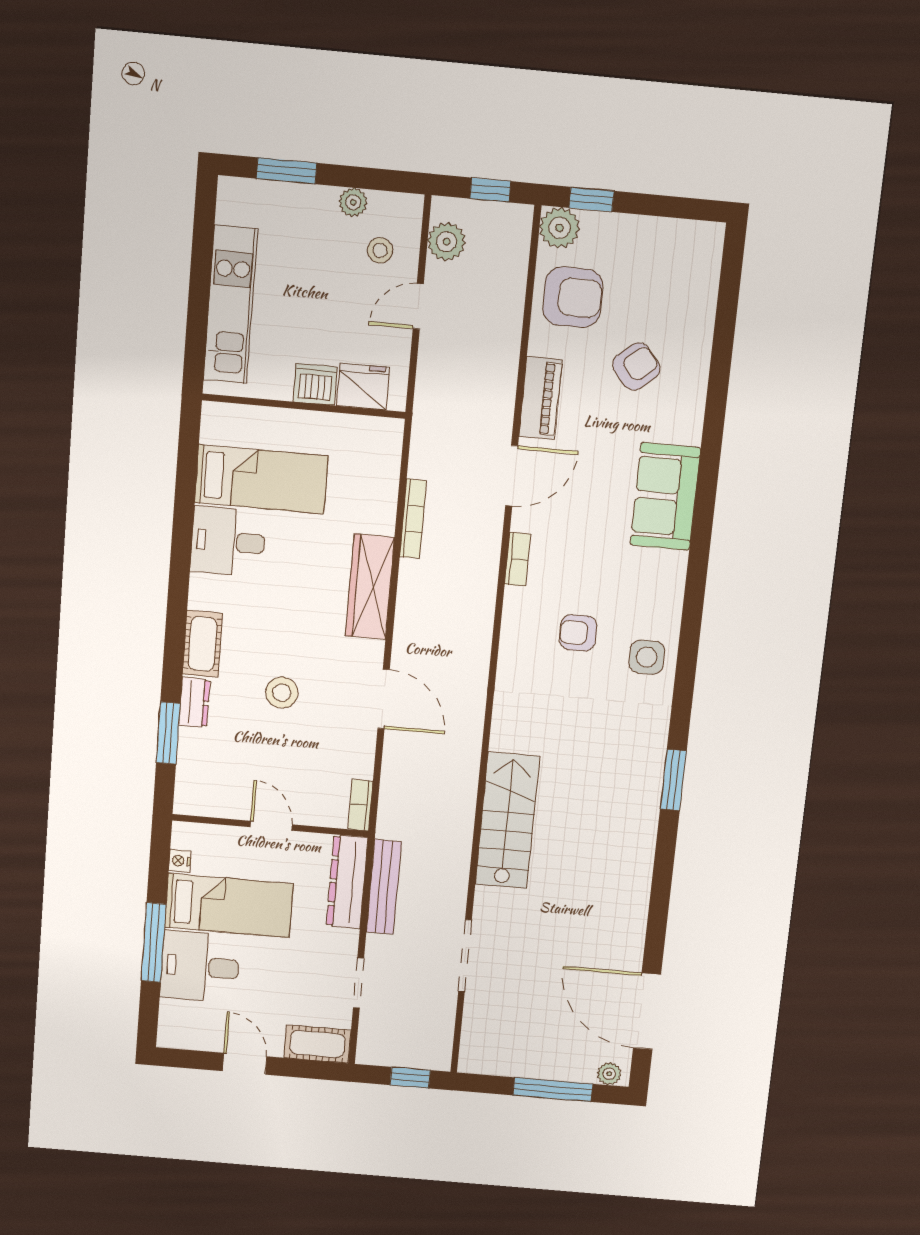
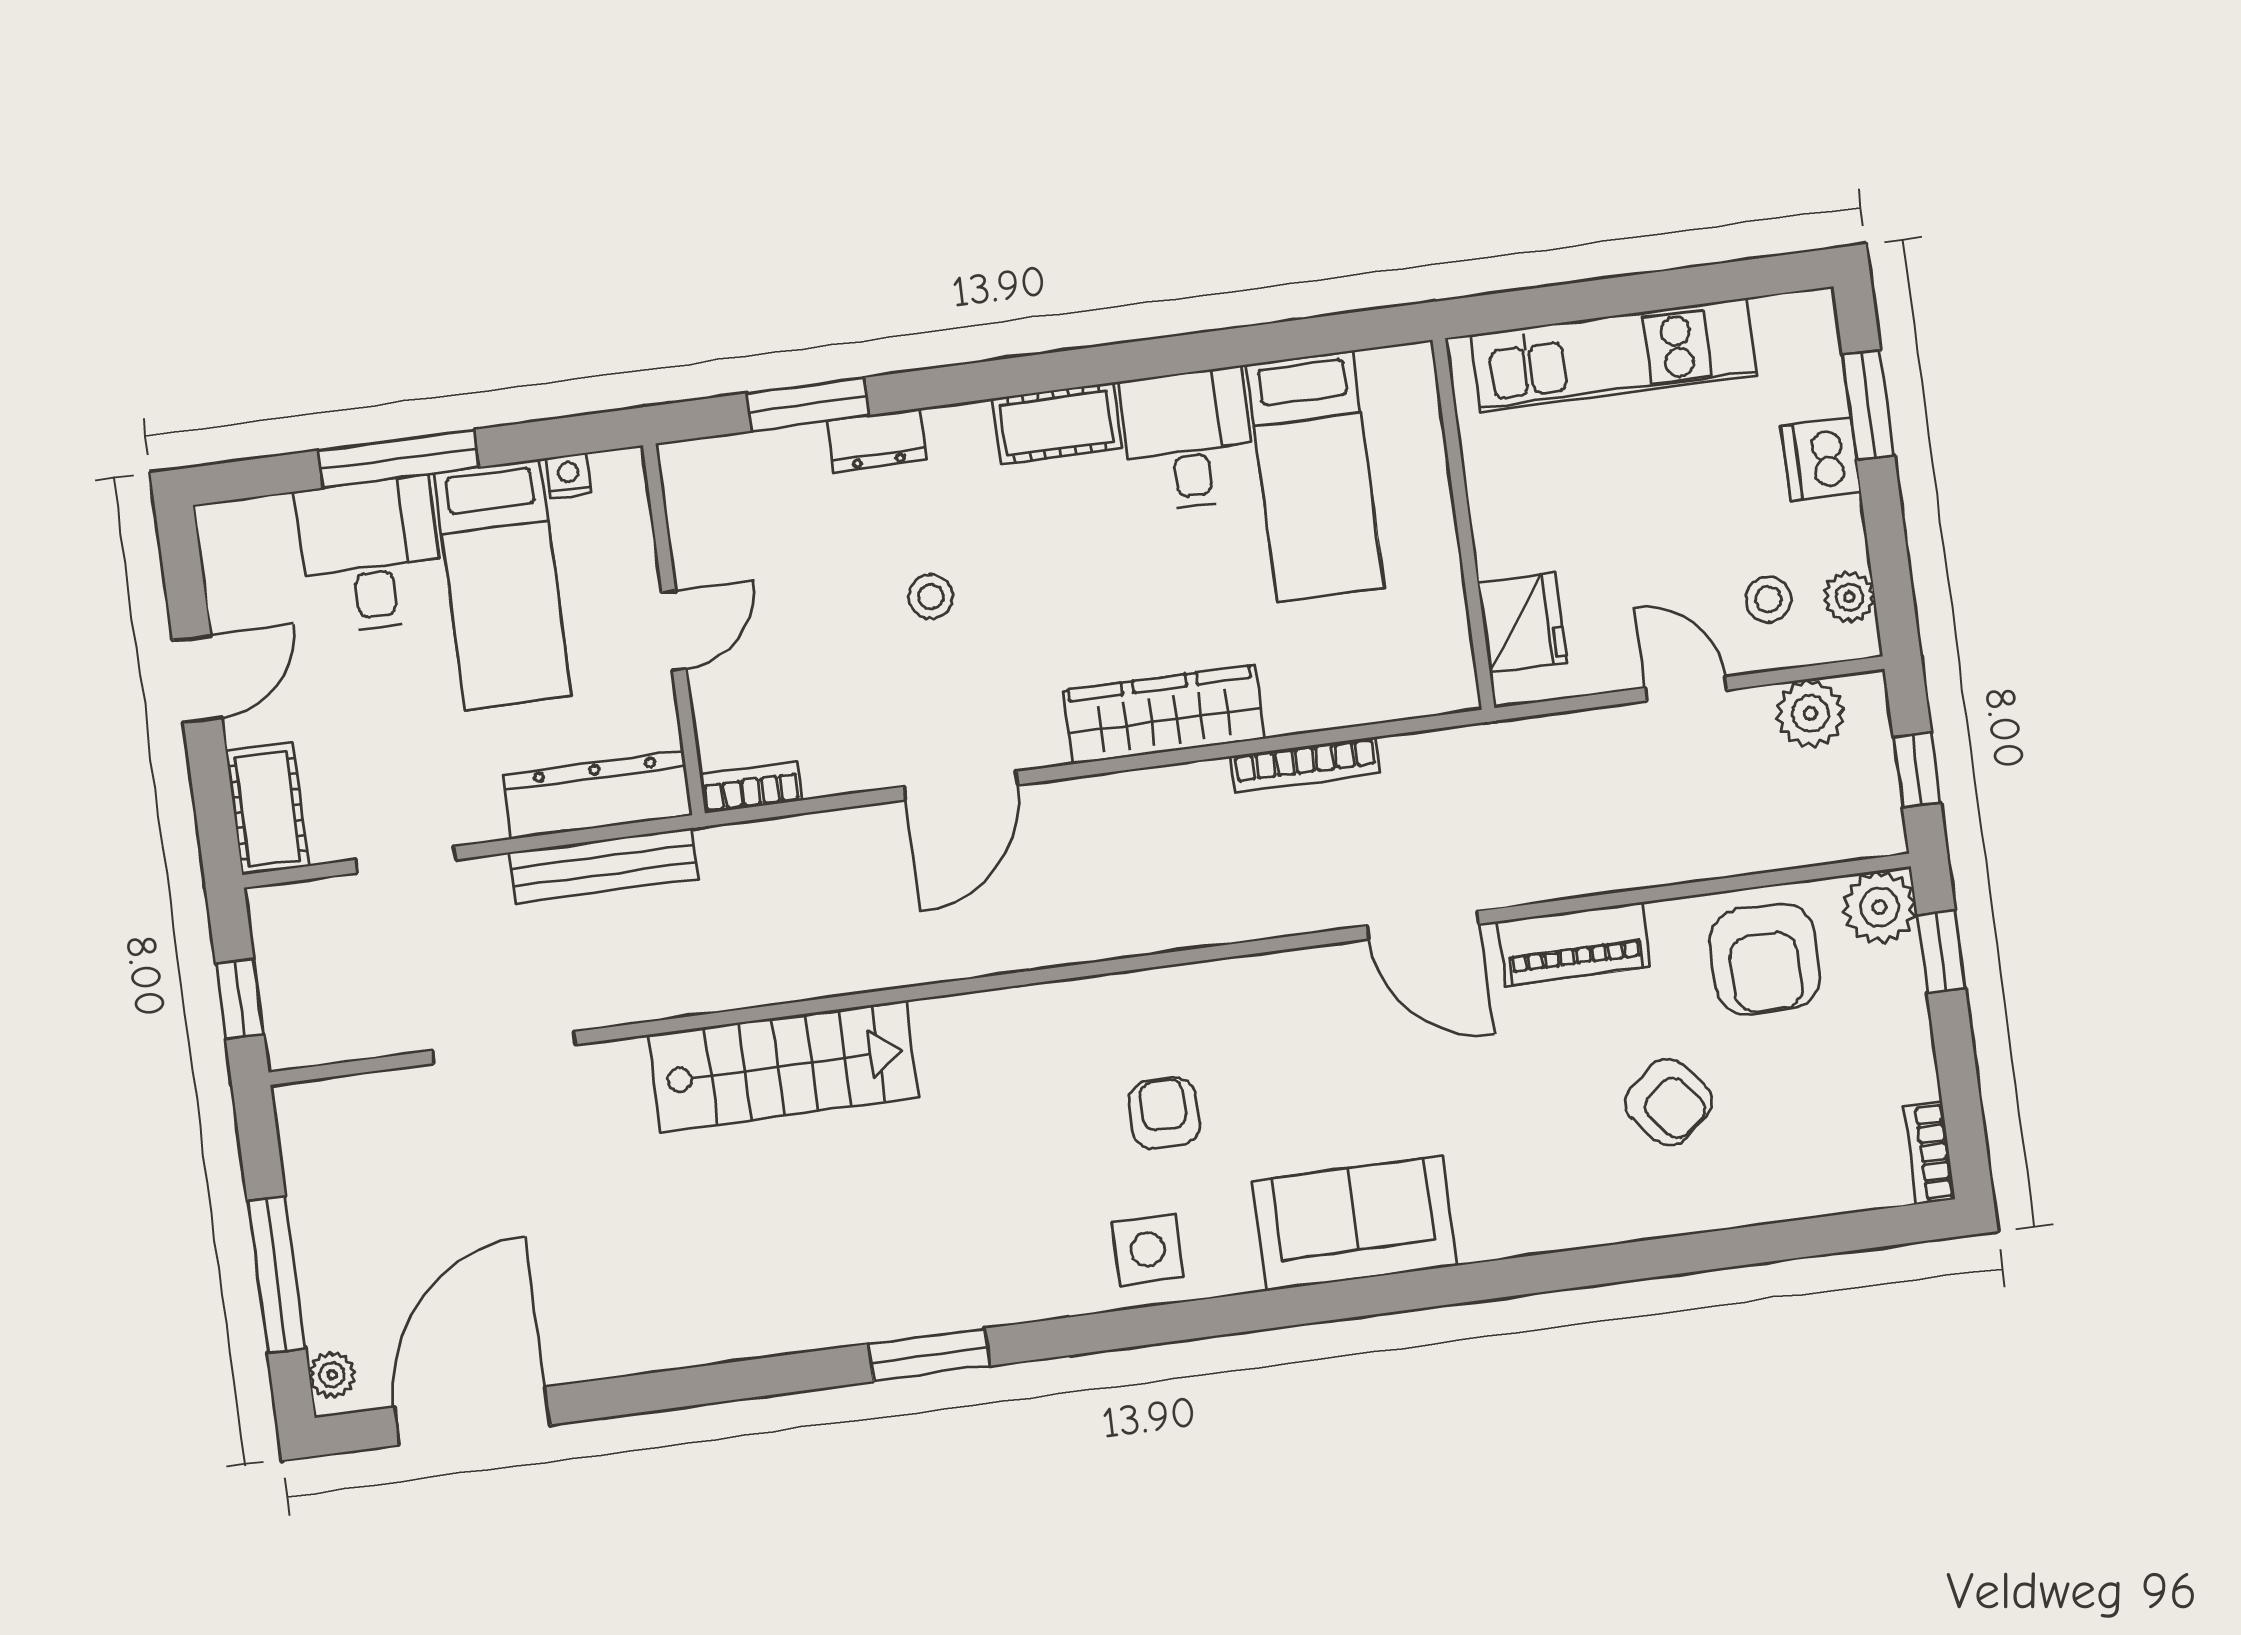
plant: (353, 202) -> (1849, 597), moved
dishwasher: (315, 384) -> (1821, 459), moved, turned 180
sofa: (665, 496) -> (1355, 1223), moved
bookcase: (518, 559) -> (1929, 1153), moved, turned 90
cot: (202, 644) -> (1057, 423), moved
stool: (282, 693) -> (931, 597), width x0.73, depth x0.73

